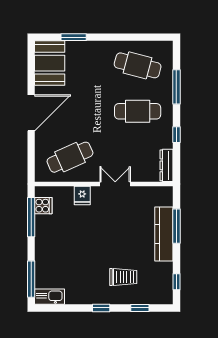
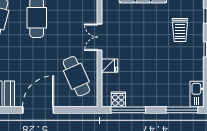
door: (31, 113) -> (38, 110), hinge flipped
trolley: (123, 277) -> (180, 30), turned 180

